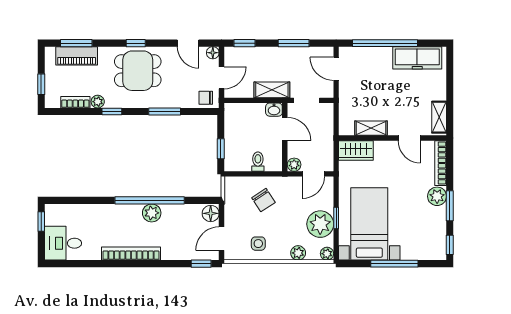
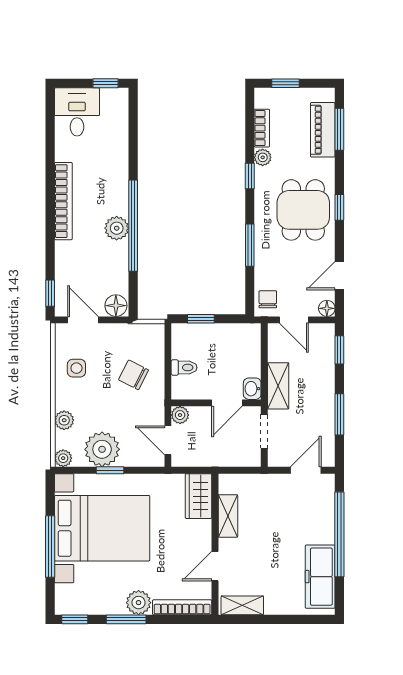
chair: (263, 200) -> (134, 375), turned 60
bed with nightstands: (369, 224) -> (102, 528), width x1.36

